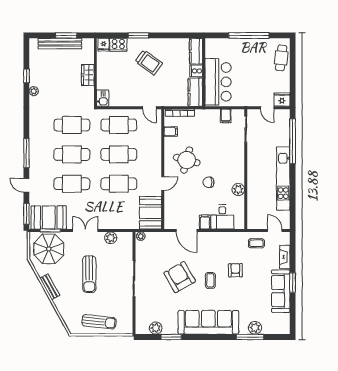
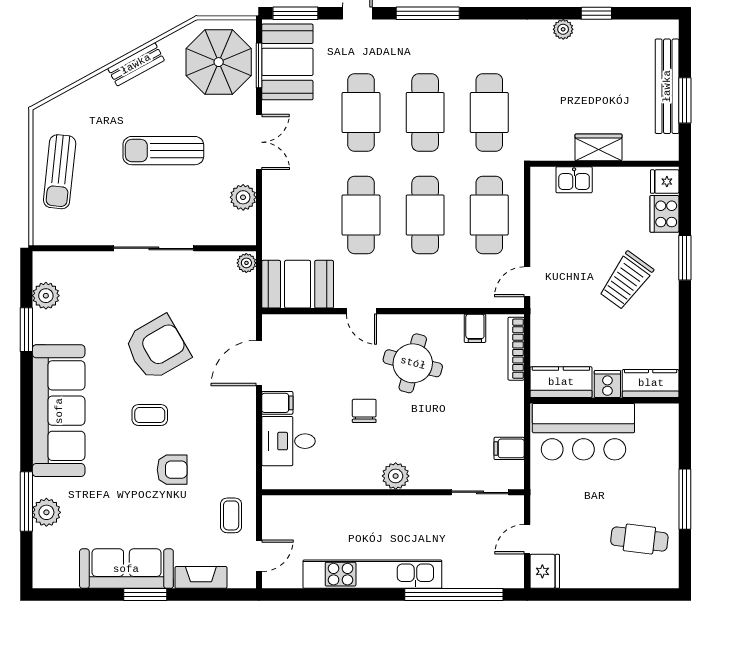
window: (249, 35) -> (685, 499), width x0.68
cafe table: (281, 58) -> (639, 539), moved
kitchen sink: (103, 98) -> (574, 180), moved
plant: (238, 190) -> (396, 476), moved

